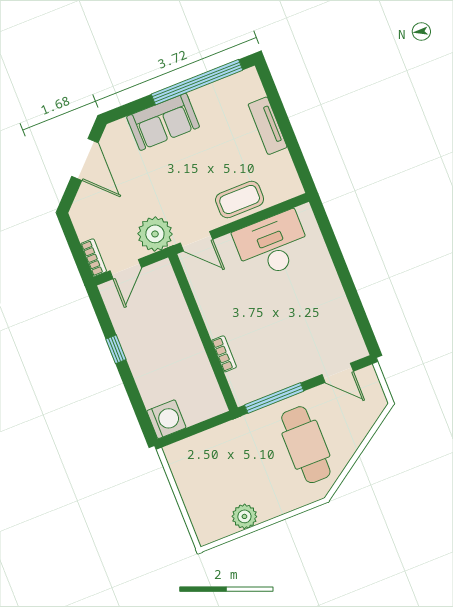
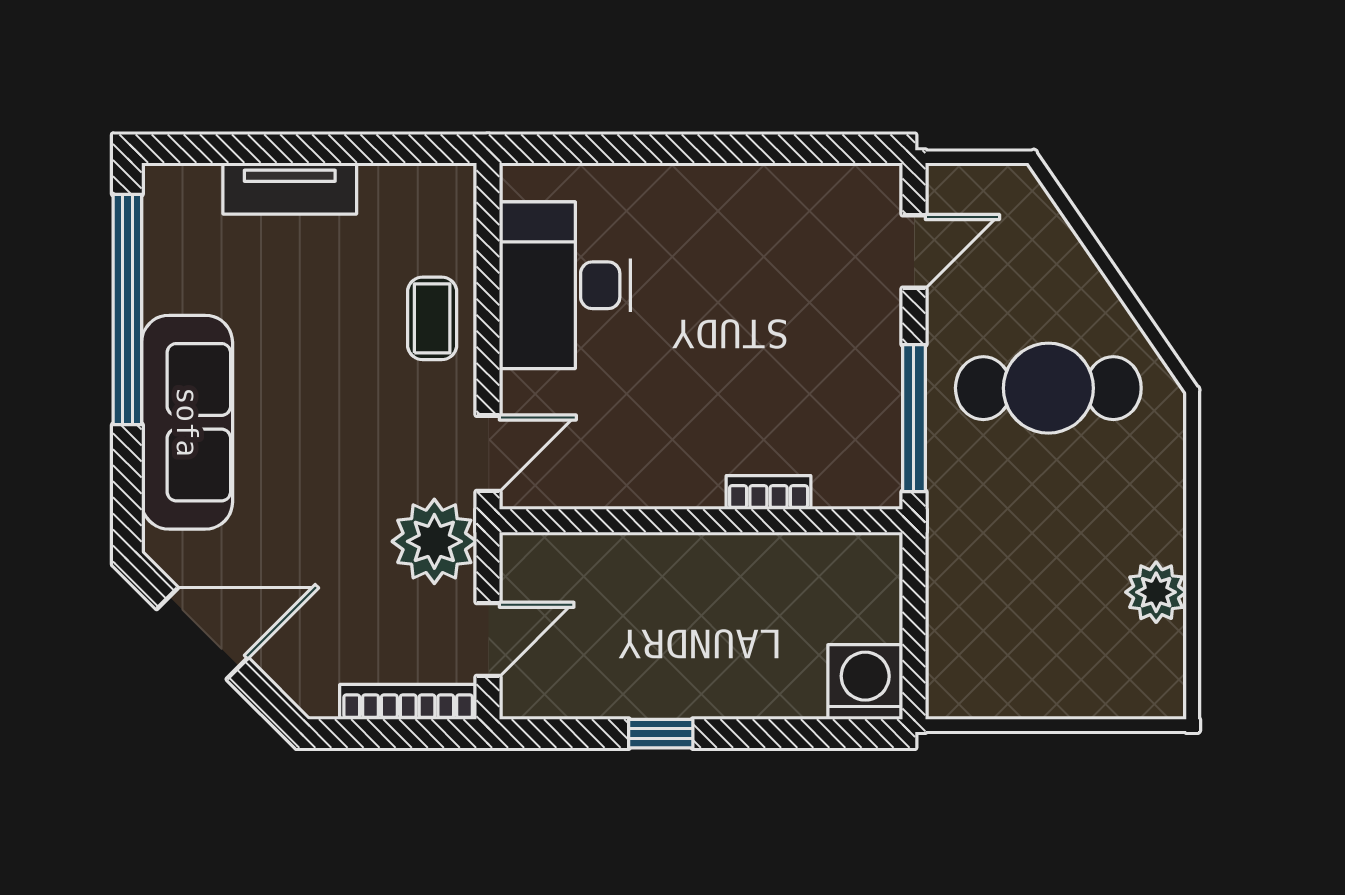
sofa: (163, 122) -> (187, 422), width x1.36
coffee table: (240, 199) -> (432, 318), width x0.73, depth x0.77
bookcase: (94, 258) -> (408, 702), width x1.56
door: (126, 269) -> (488, 640), hinge flipped

